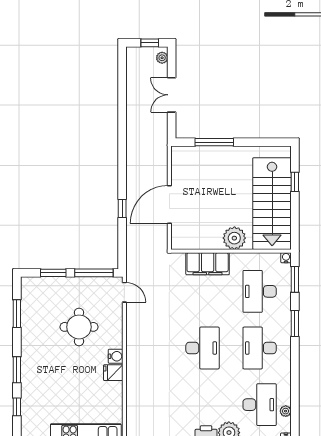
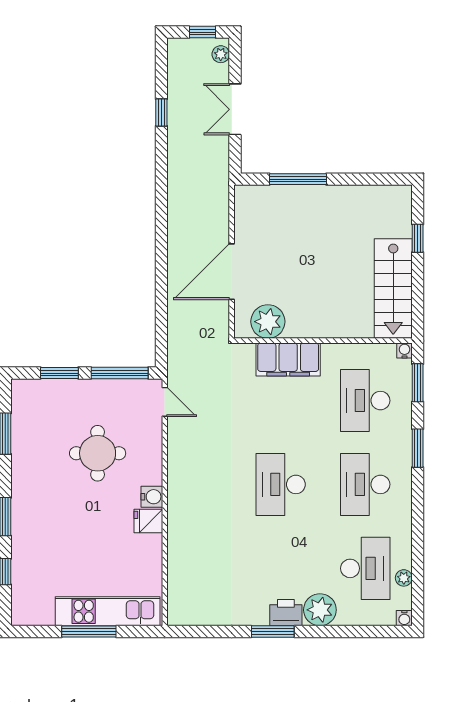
stairs: (272, 204) -> (393, 289), width x0.73, depth x0.66
window: (122, 209) -> (161, 113), moved
plant: (234, 238) -> (268, 322), moved
desk: (203, 348) -> (281, 484), turned 180

